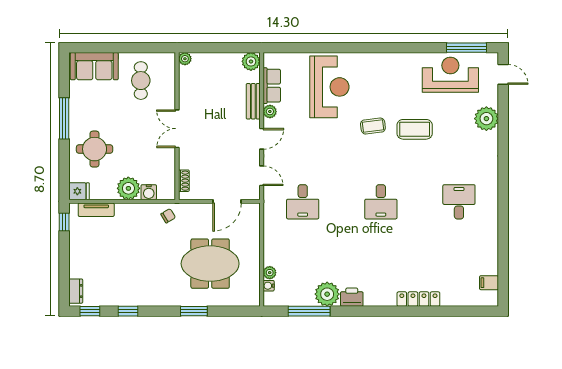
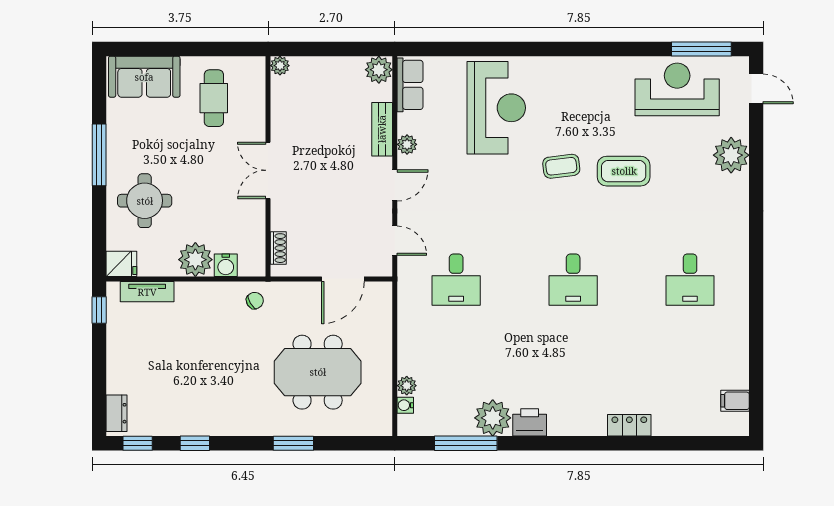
row of seats: (272, 86) -> (410, 85), moved
desk: (459, 202) -> (690, 280), turned 180
locker: (418, 299) -> (629, 425), width x0.66

